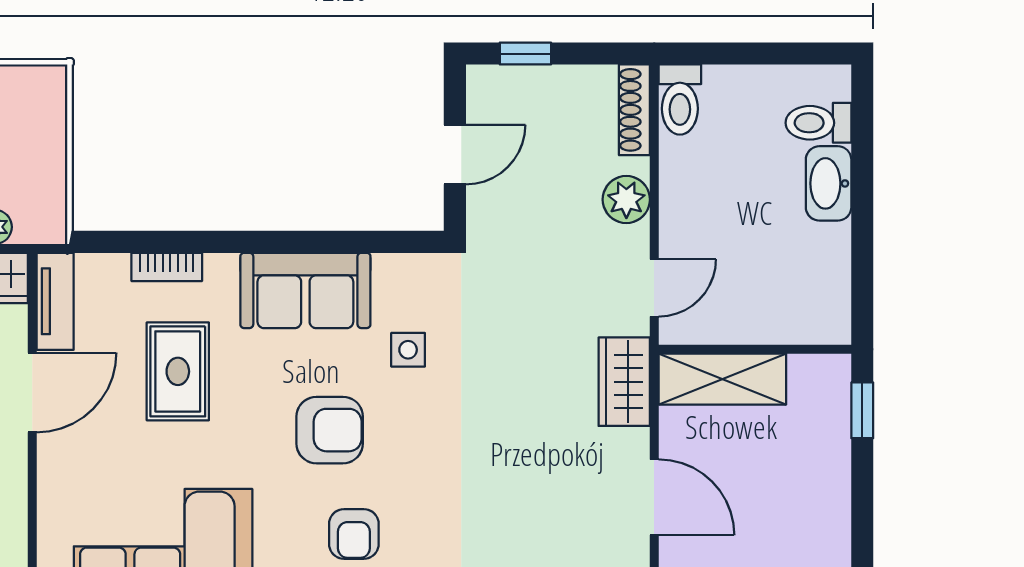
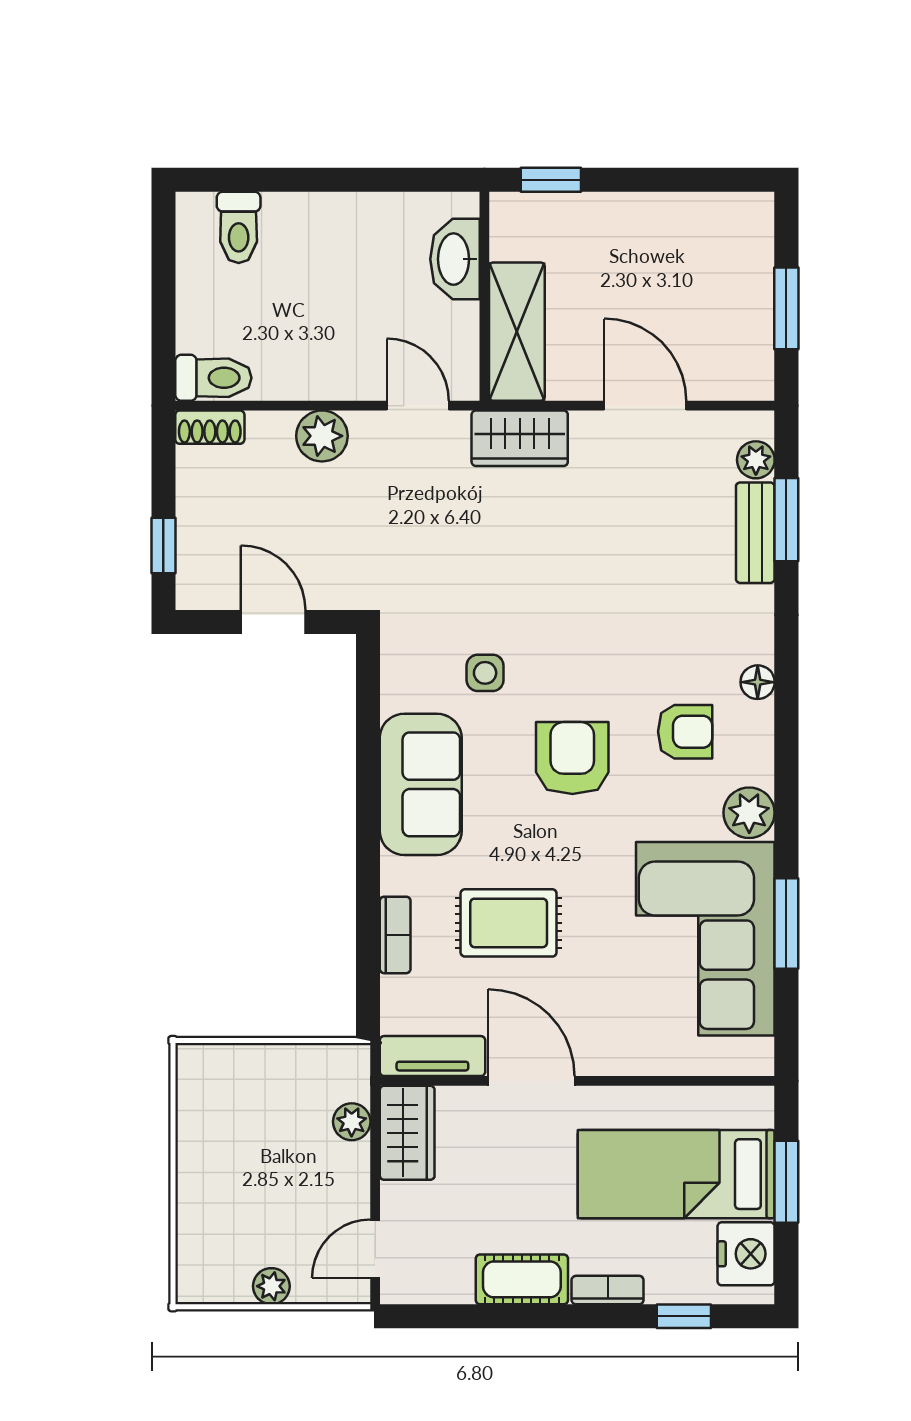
shoe rack: (634, 110) -> (210, 427), width x0.70
washbasin: (829, 183) -> (455, 259), moved, turned 90
door: (654, 497) -> (645, 406), hinge flipped

